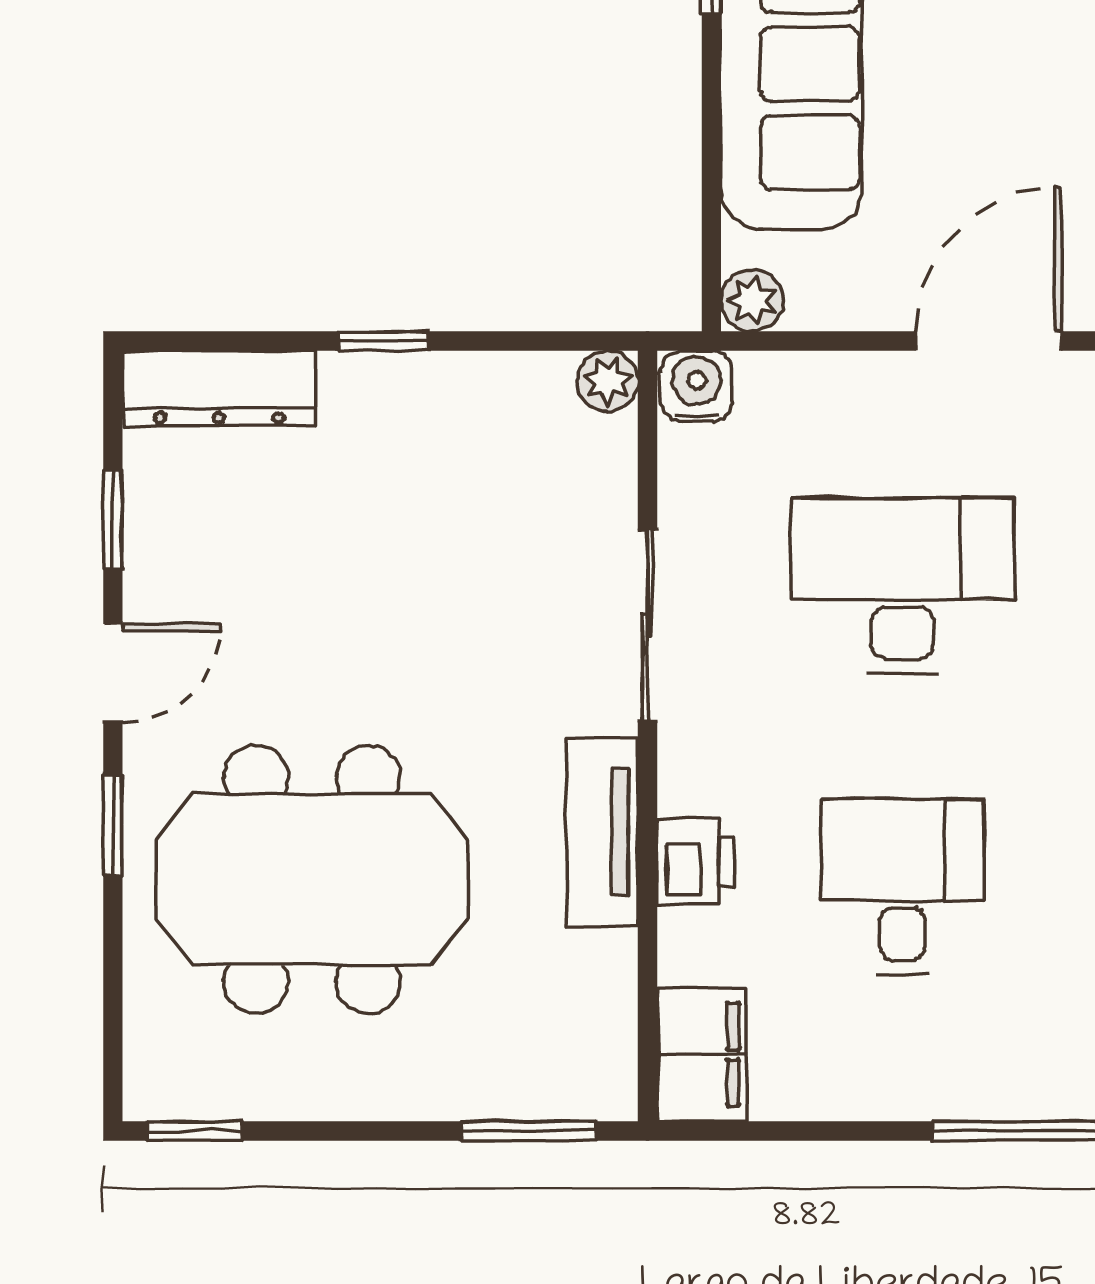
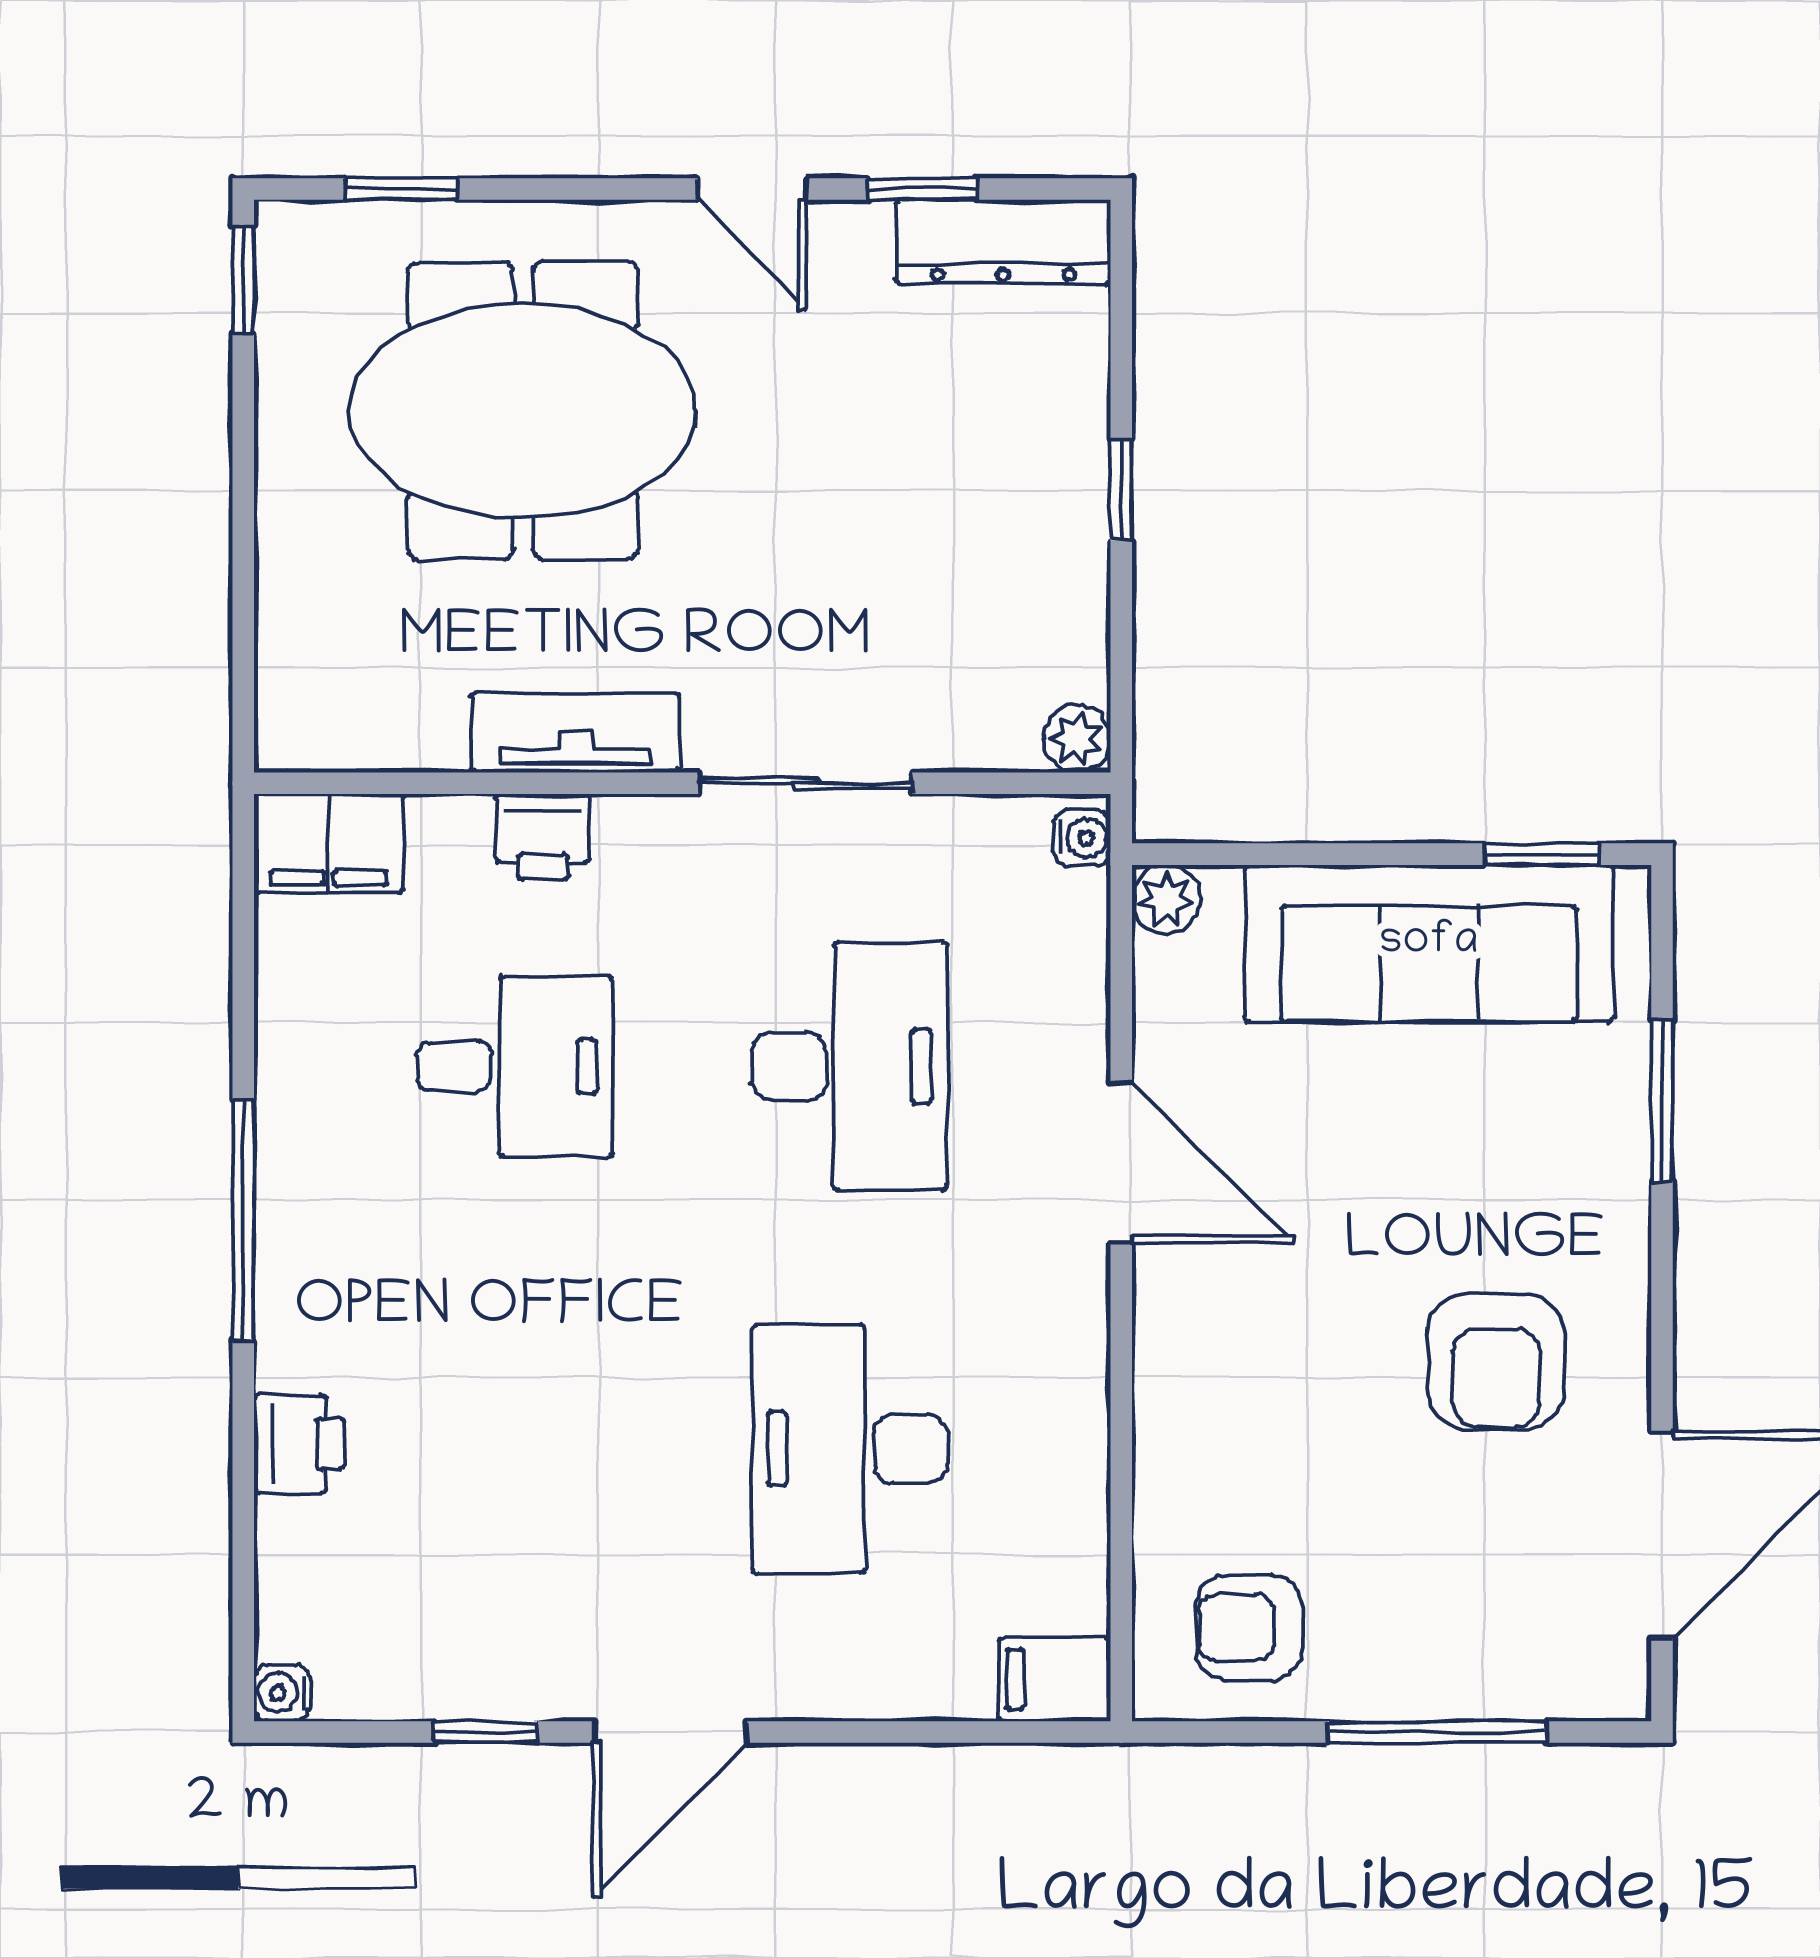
water cooler: (697, 386) -> (1082, 838), width x0.72, depth x0.72
dresser: (219, 388) -> (1003, 242), moved, turned -90
window: (113, 825) -> (402, 189), moved
meeting table: (312, 879) -> (523, 411), turned 90
window: (529, 1131) -> (243, 651), removed

